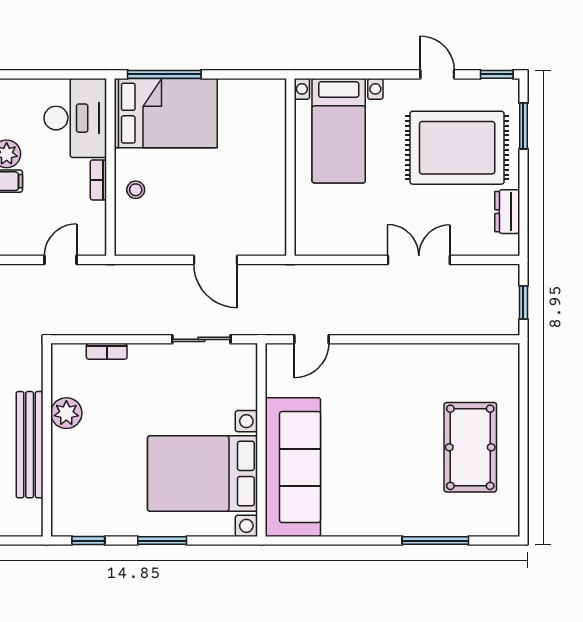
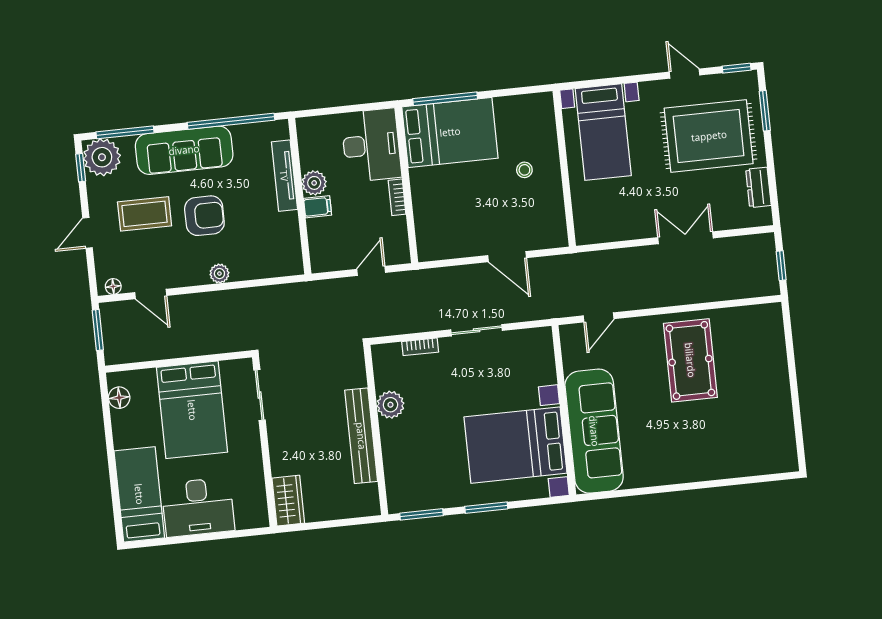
stool: (136, 190) -> (524, 170), moved
sliding door: (201, 339) -> (477, 330), moved
pool table: (470, 447) -> (690, 360), moved
window: (88, 541) -> (422, 514), width x1.50
window: (435, 541) -> (726, 482), removed

